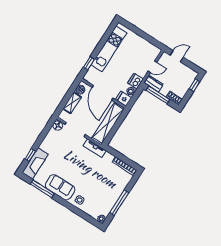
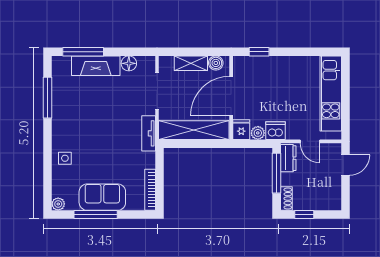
kitchen unit: (109, 49) -> (331, 93), moved, turned 90
door: (177, 56) -> (346, 165), hinge flipped
window: (194, 85) -> (304, 215), moved
floor lamp: (58, 126) -> (129, 63), moved
window: (30, 155) -> (83, 52), width x2.17
fireplace: (35, 163) -> (96, 66), moved
sofa: (60, 187) -> (102, 197), moved, turned -90

